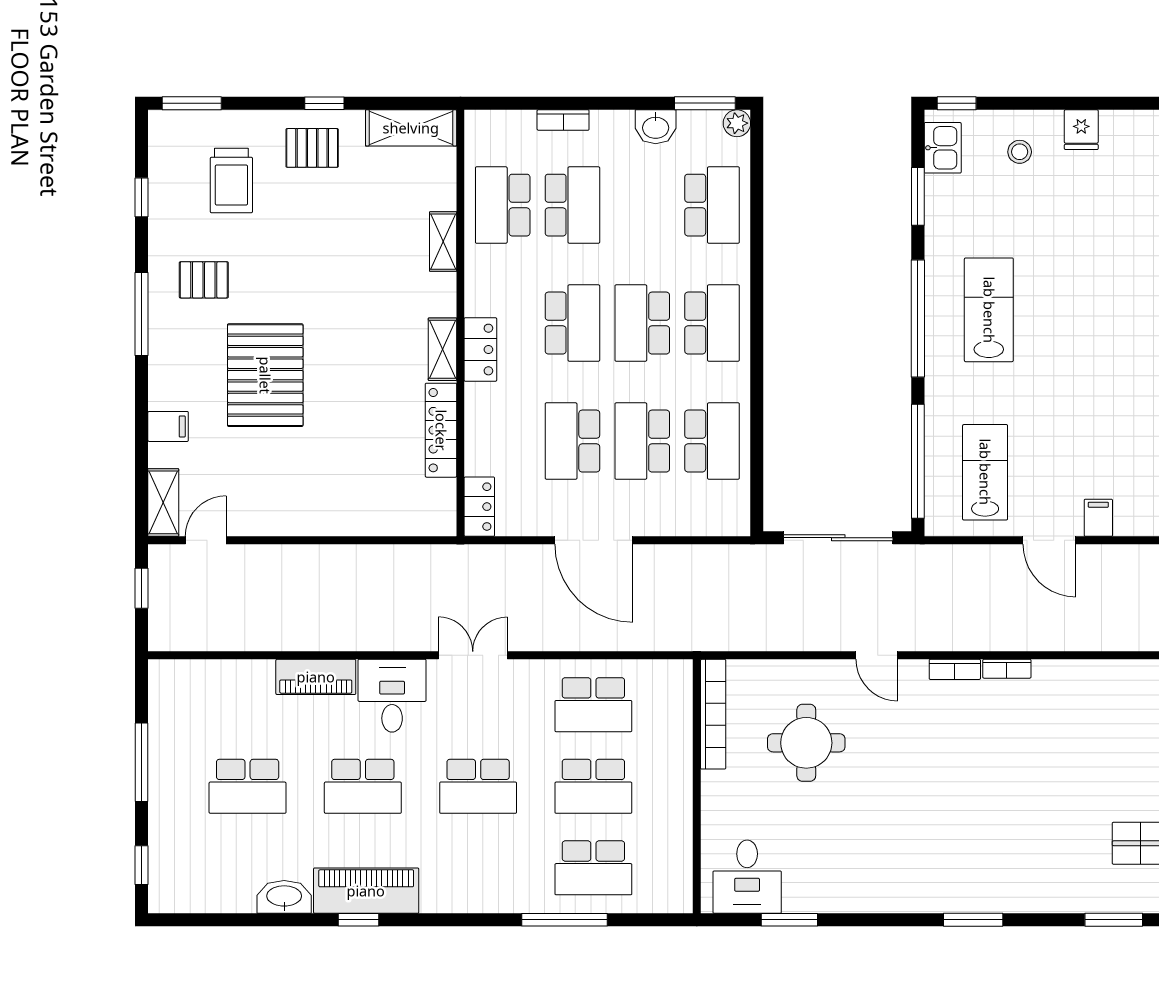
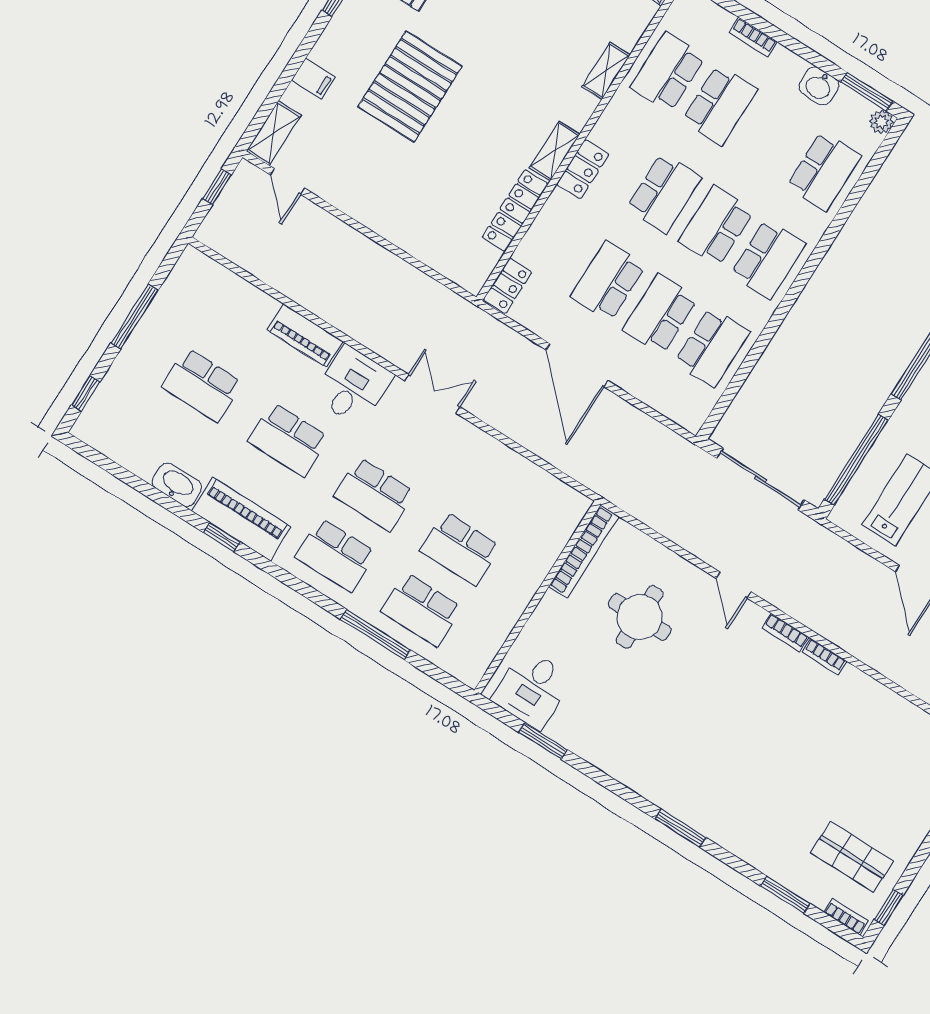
door: (206, 540) -> (287, 182), swing flipped
school desk: (593, 705) -> (336, 555), moved

